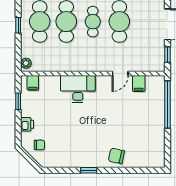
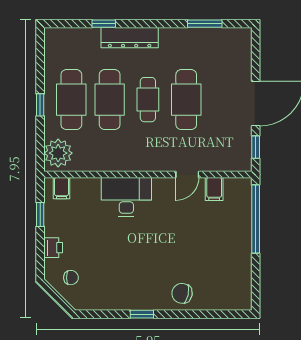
plant: (26, 63) -> (58, 153), width x1.87, depth x1.87

